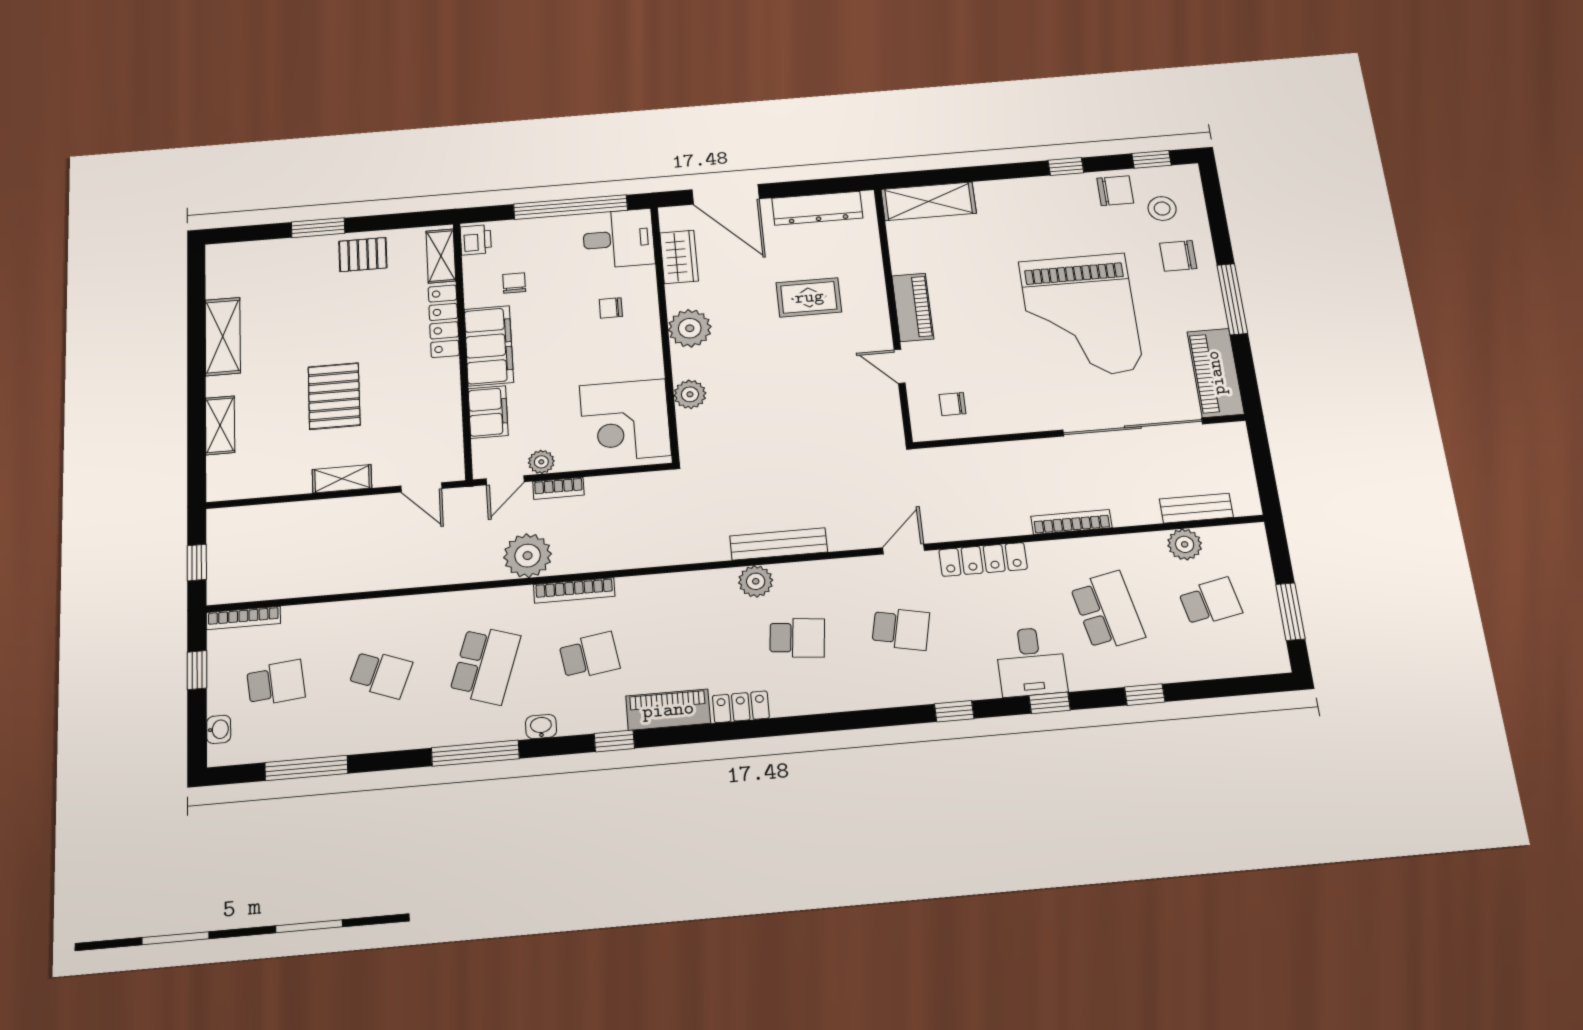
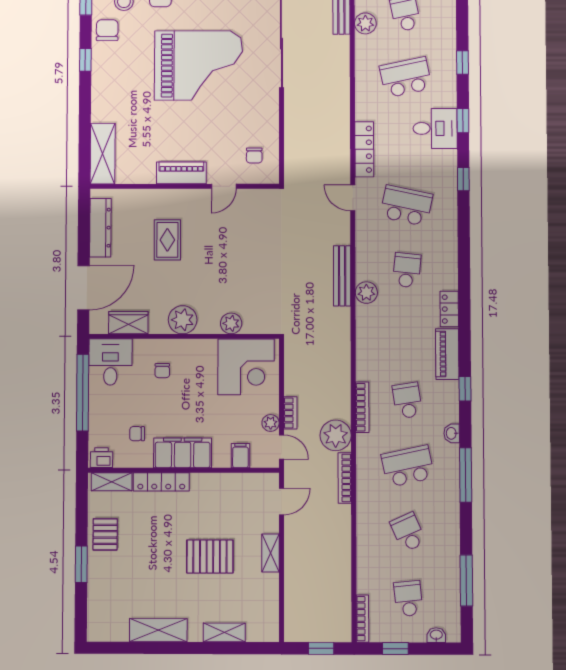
filing cabinet: (488, 412) -> (240, 456), width x0.50
bookcase: (1071, 522) -> (345, 478), moved
school desk: (901, 629) -> (406, 206), width x1.85
school desk: (485, 665) -> (408, 466), turned -30
school desk: (381, 674) -> (408, 532), turned -45

